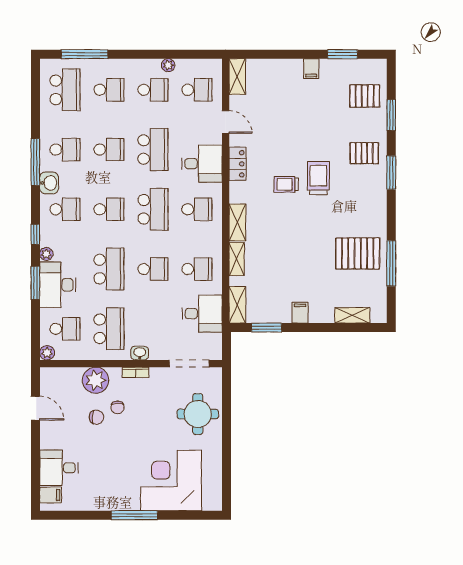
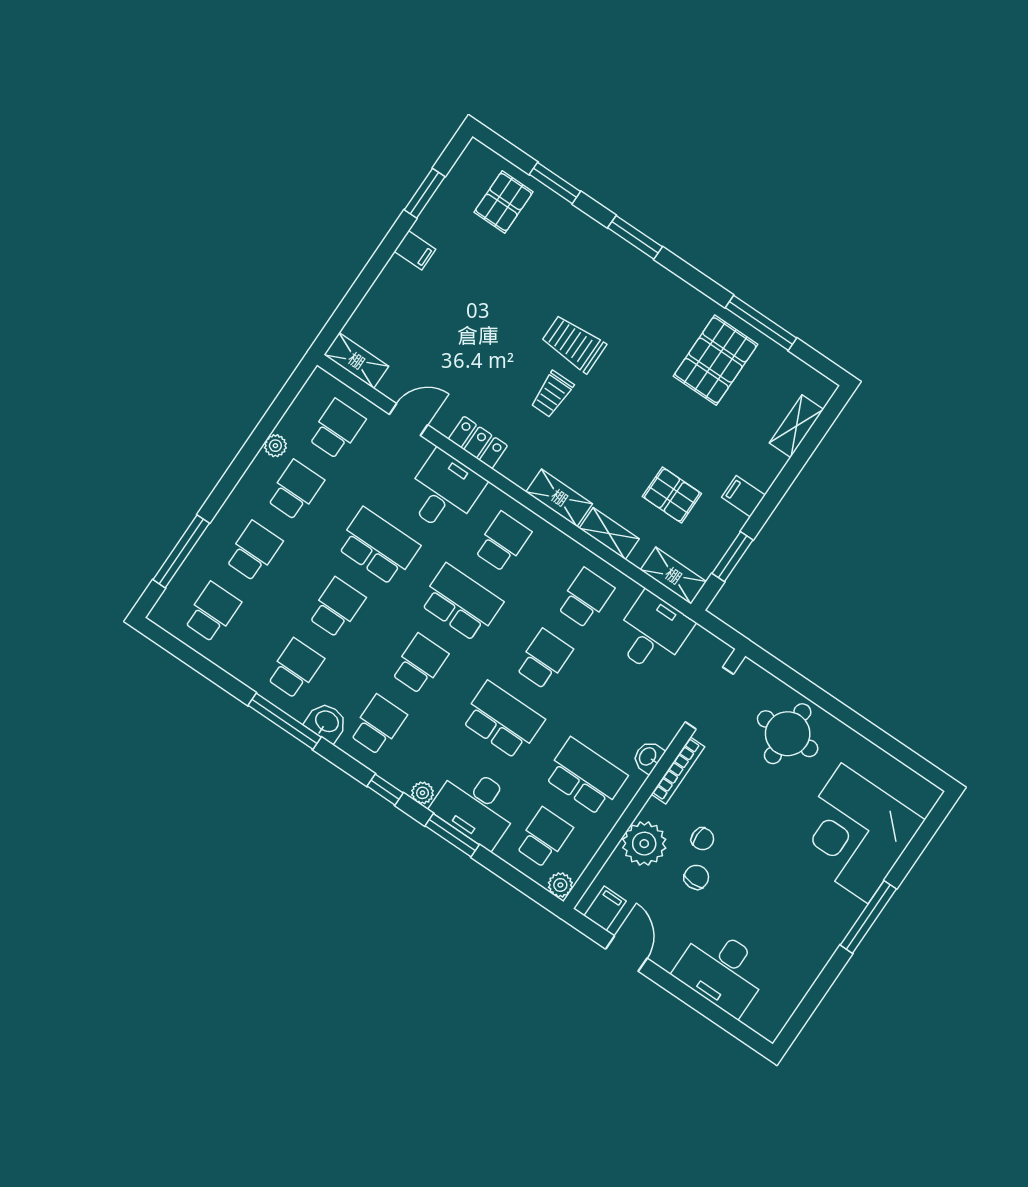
school desk: (65, 90) -> (212, 612), width x0.54
pallet: (364, 153) -> (672, 495), moved, turned 90
bookcase: (135, 372) -> (678, 770), width x1.56
door: (35, 408) -> (626, 954), hinge flipped
desk: (59, 468) -> (722, 971), width x1.37
filing cabinet: (51, 495) -> (605, 908), moved

